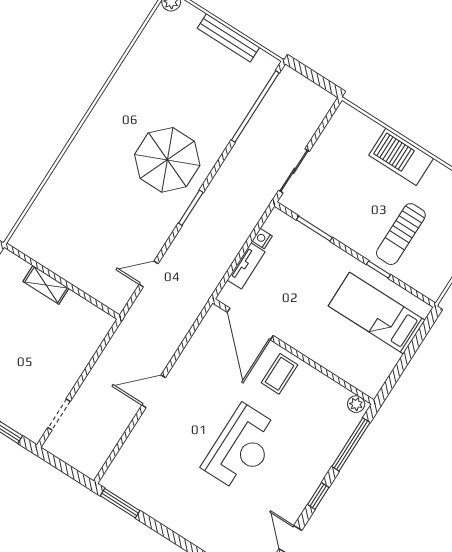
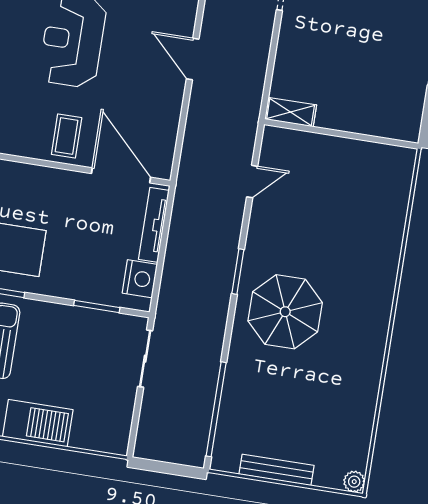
nightstand: (262, 239) -> (140, 279), width x1.89, depth x1.79
tv unit: (246, 266) -> (154, 225), width x1.41
shelving: (46, 285) -> (291, 112), moved
door: (154, 391) -> (193, 59), swing flipped

